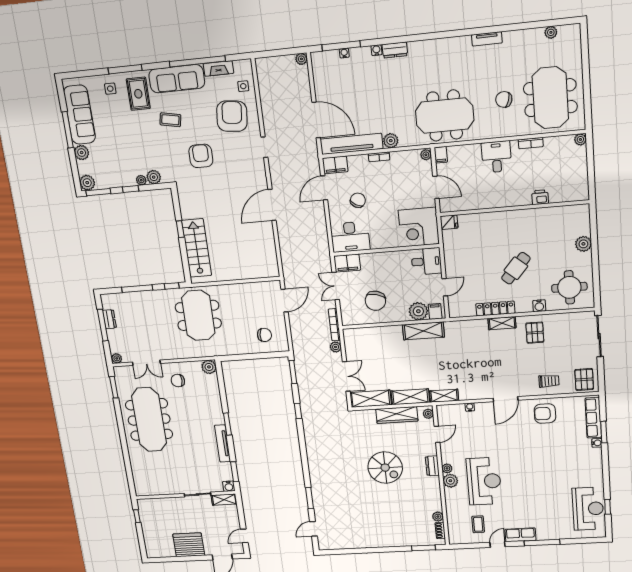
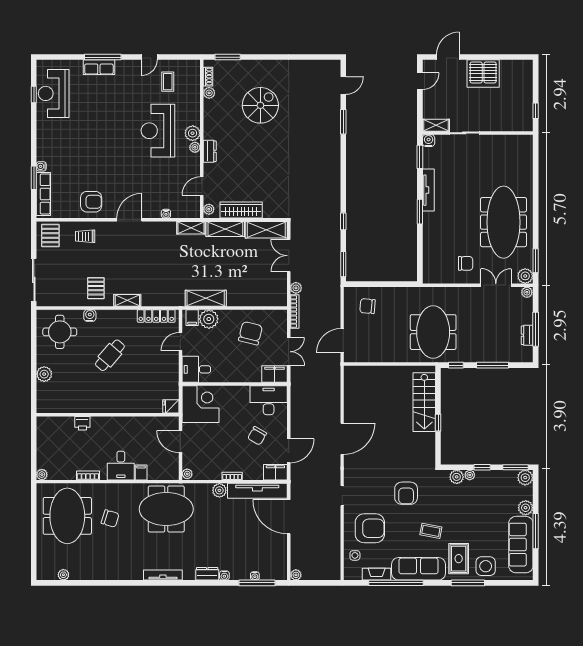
tv unit: (487, 39) -> (163, 575), moved, width x1.41
side table: (110, 89) -> (486, 566), width x1.87, depth x1.87
armchair: (232, 116) -> (370, 528), turned -96
filing cabinet: (441, 155) -> (141, 472), moved
locker: (495, 309) -> (156, 316), moved
plant: (209, 367) -> (525, 276), moved
spiral stairs: (385, 468) -> (260, 105), moved, turned 90
row of seats: (520, 535) -> (99, 67), moved

